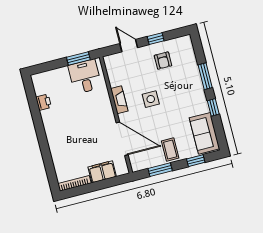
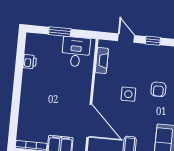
window: (78, 58) -> (60, 32), moved
armchair: (163, 61) -> (158, 89), moved
fireplace: (119, 100) -> (102, 61), moved

